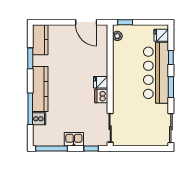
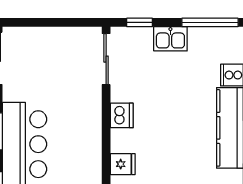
fridge: (101, 82) -> (123, 164), moved

